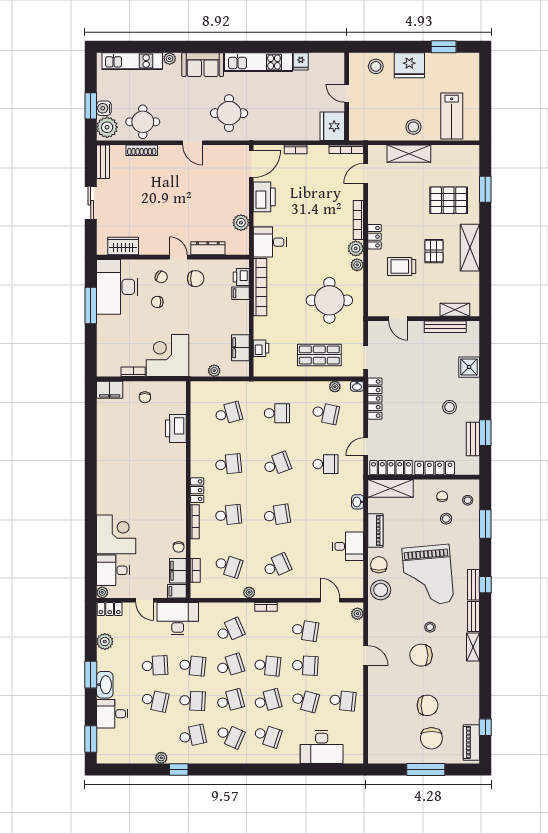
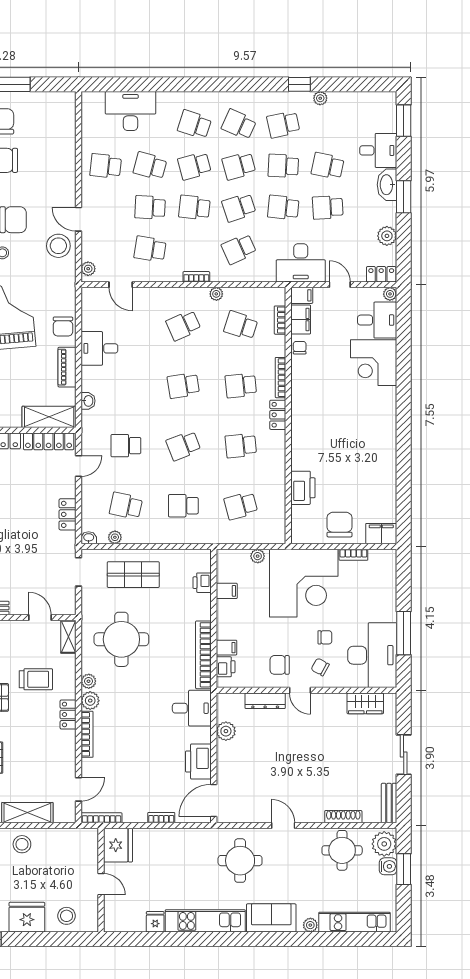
shelving: (374, 302) -> (68, 637), added
filing cabinet: (240, 348) -> (227, 591), width x0.50
corner desk: (167, 355) -> (304, 583), width x1.36, depth x1.36
chair: (145, 397) -> (339, 525), width x1.87, depth x1.87
locker: (375, 399) -> (68, 514), width x0.66
stool: (381, 590) -> (58, 246), moved

